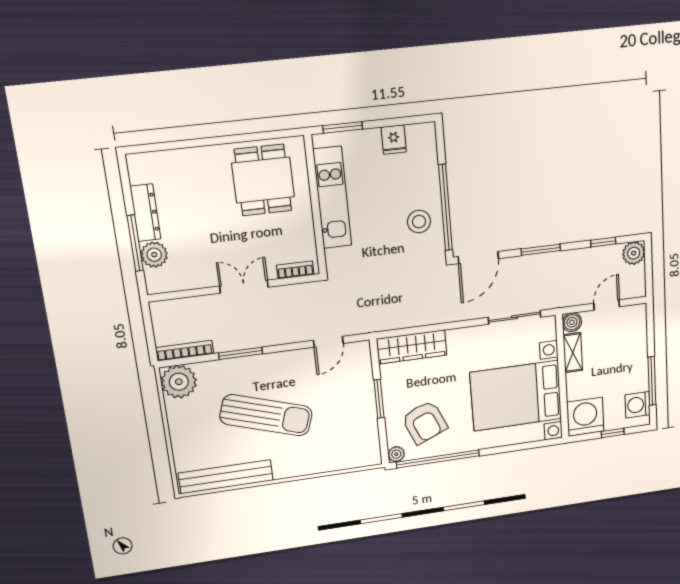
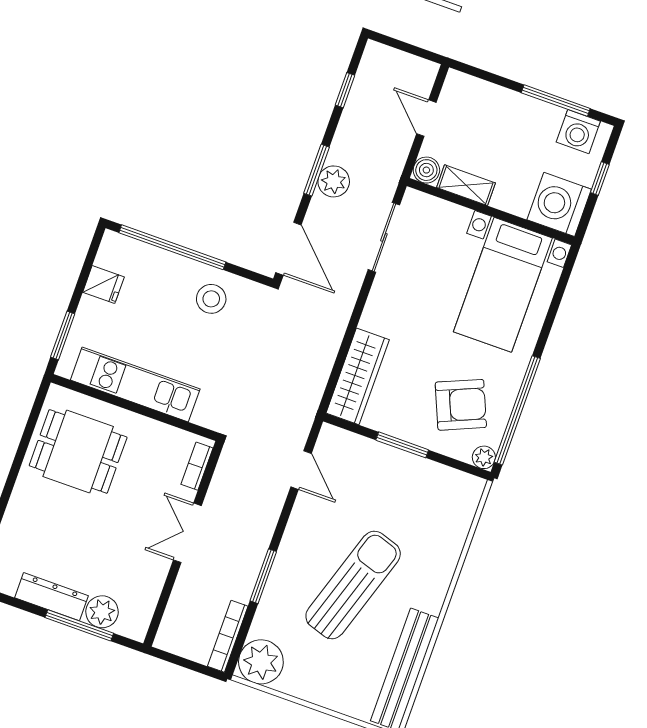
window: (446, 208) -> (172, 247), moved
plant: (634, 253) -> (334, 181), moved
bed with nightstands: (516, 396) -> (503, 285), width x0.73

